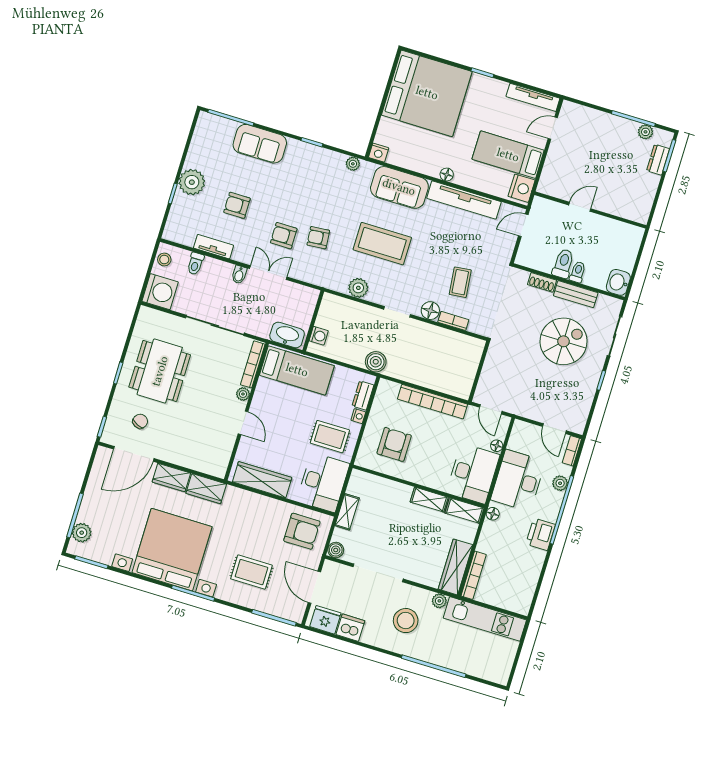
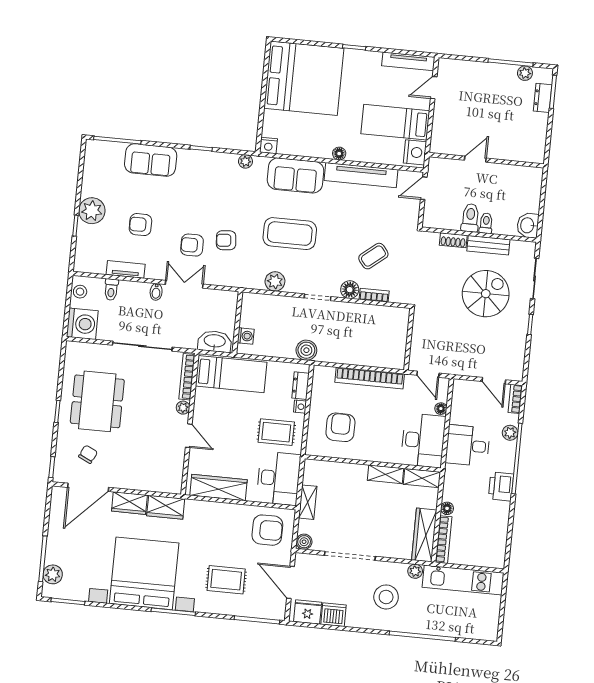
coffee table: (460, 282) -> (373, 256), turned 57
desk: (518, 481) -> (468, 446), width x0.73
floor lamp: (493, 514) -> (447, 508), moved

